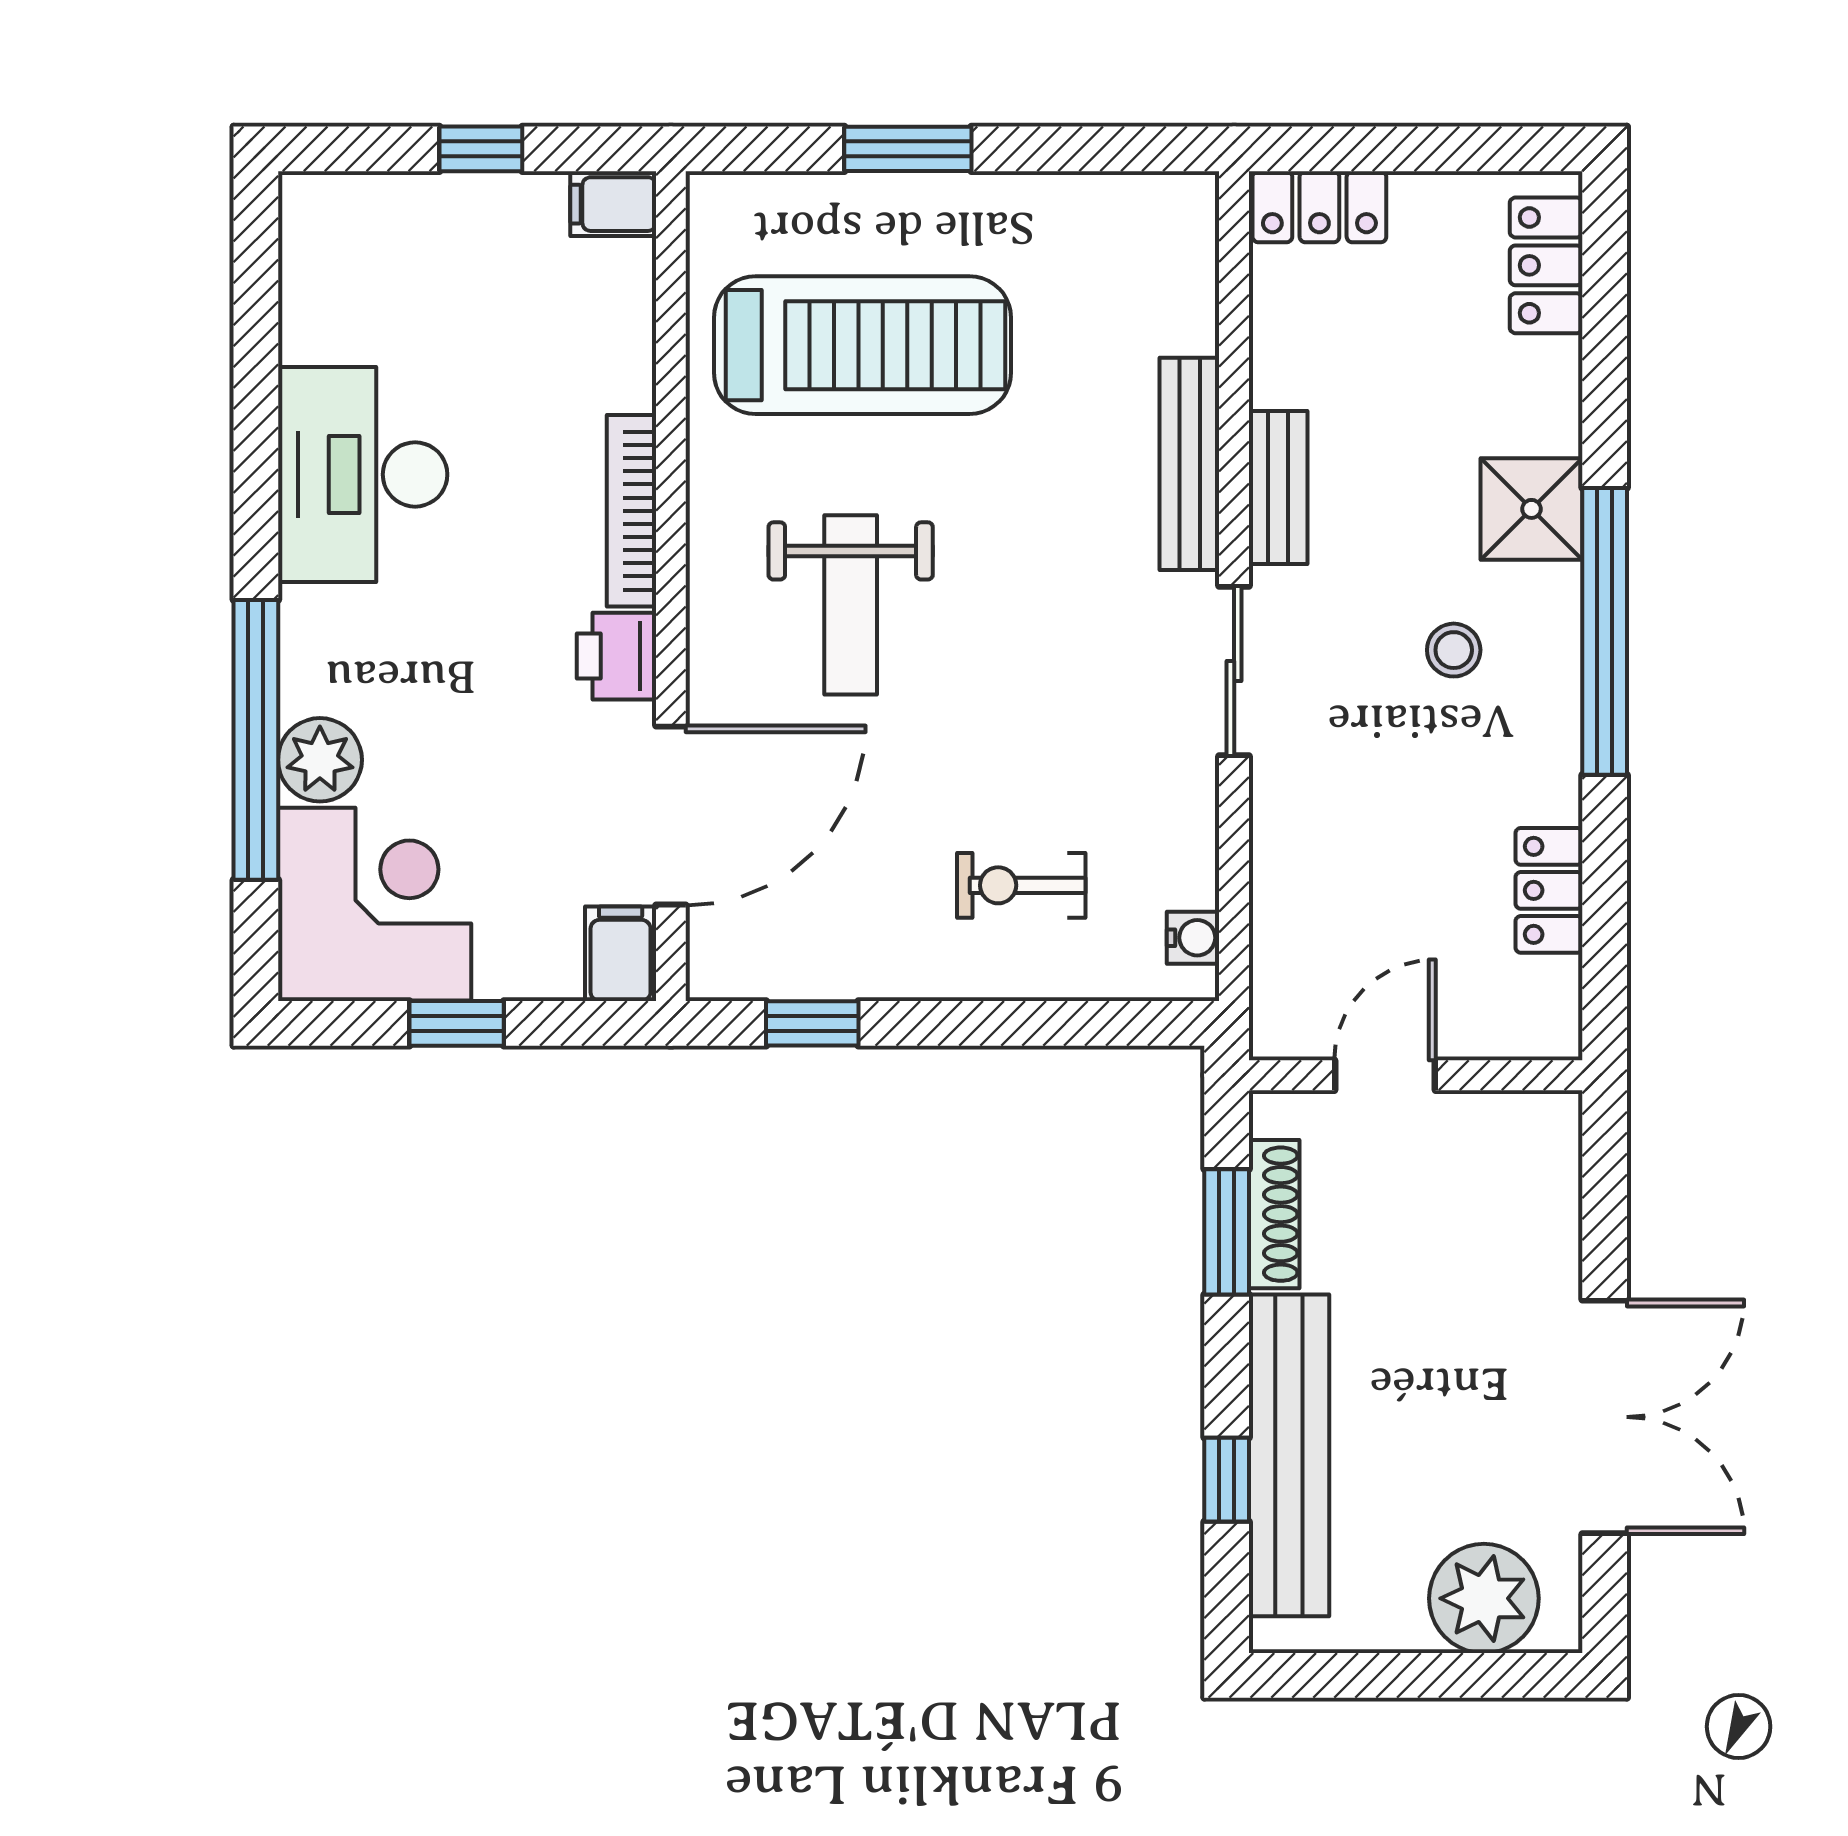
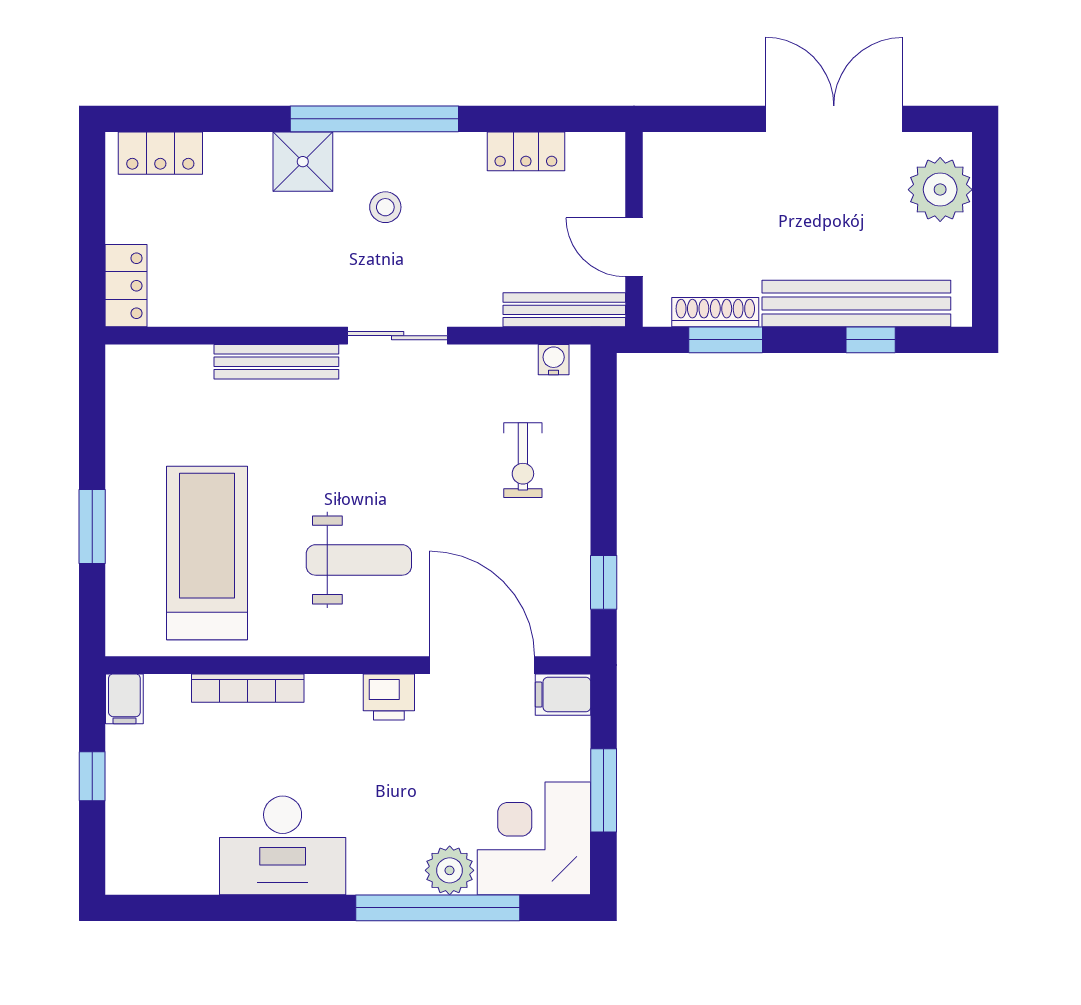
bench: (1278, 487) -> (564, 310), moved, width x1.36
bookcase: (631, 511) -> (248, 688), moved
window: (457, 1023) -> (604, 790), width x1.50

